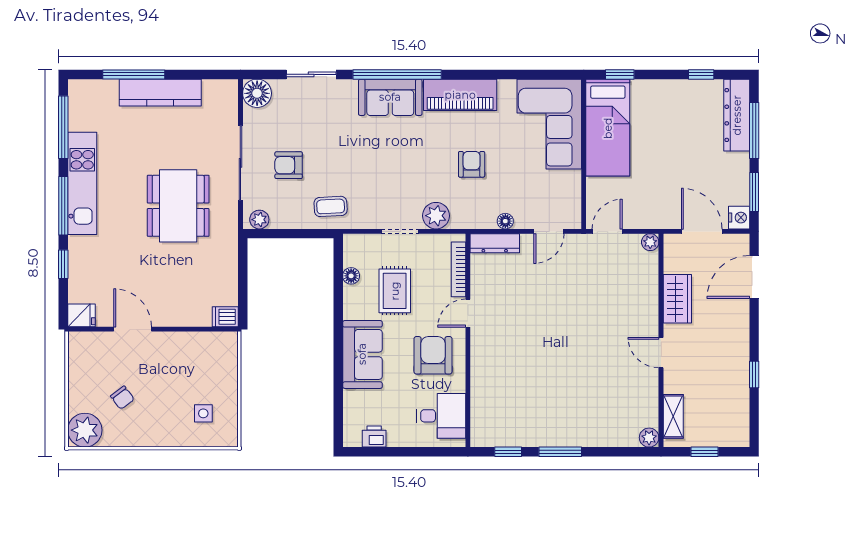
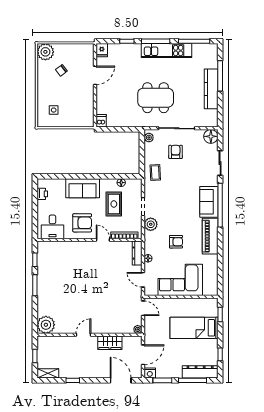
corner sofa: (549, 124) -> (180, 280), moved
bed: (608, 128) -> (194, 328), moved
rug: (395, 291) -> (114, 204), turned 90
shelving: (673, 416) -> (48, 373), moved
plant: (649, 438) -> (46, 325), width x1.88, depth x1.88

